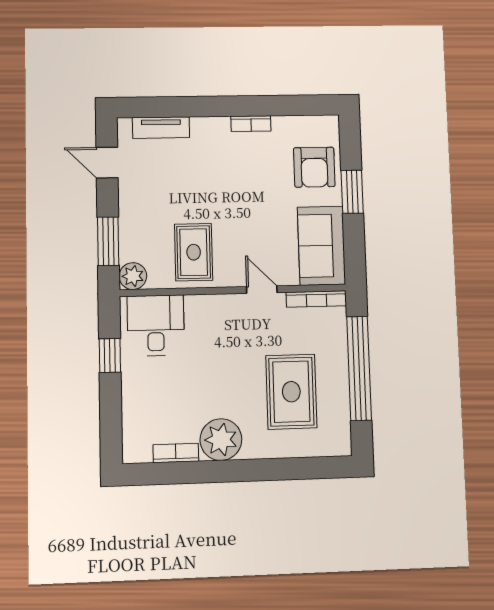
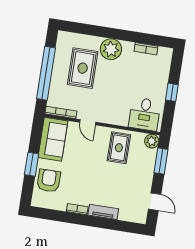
tv unit: (161, 128) -> (103, 212), moved
window: (110, 356) -> (172, 92), moved
plant: (221, 440) -> (111, 49), moved

